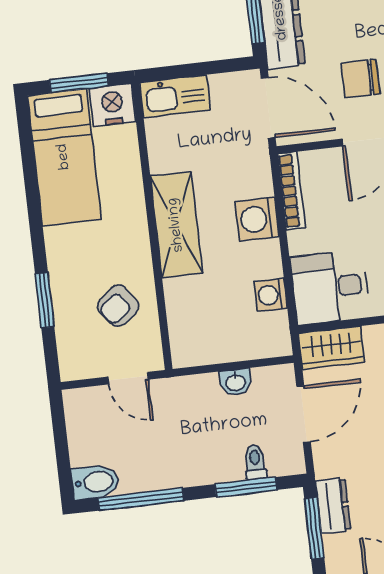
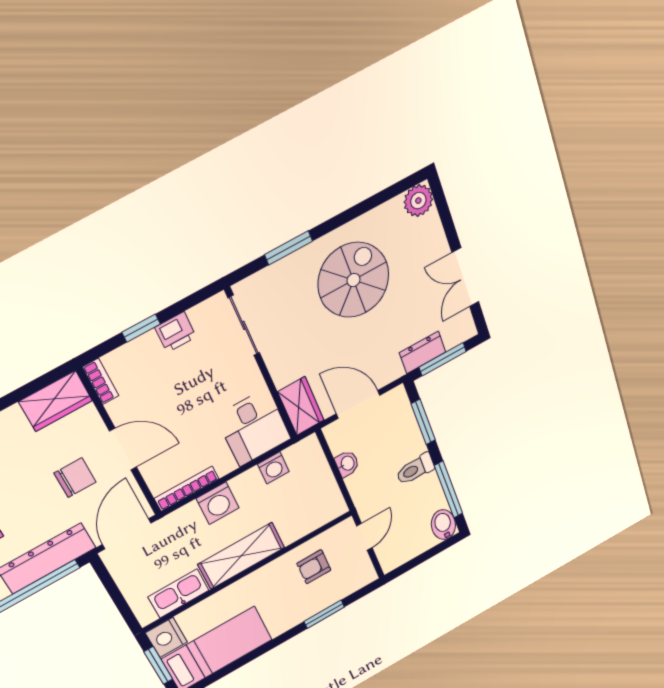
chair: (360, 79) -> (75, 478), turned -90
kitchen sink: (175, 96) -> (179, 594), moved, turned -90
armchair: (118, 306) -> (314, 567), turned 128
toilet: (255, 462) -> (415, 469), moved, width x1.37, depth x1.39

